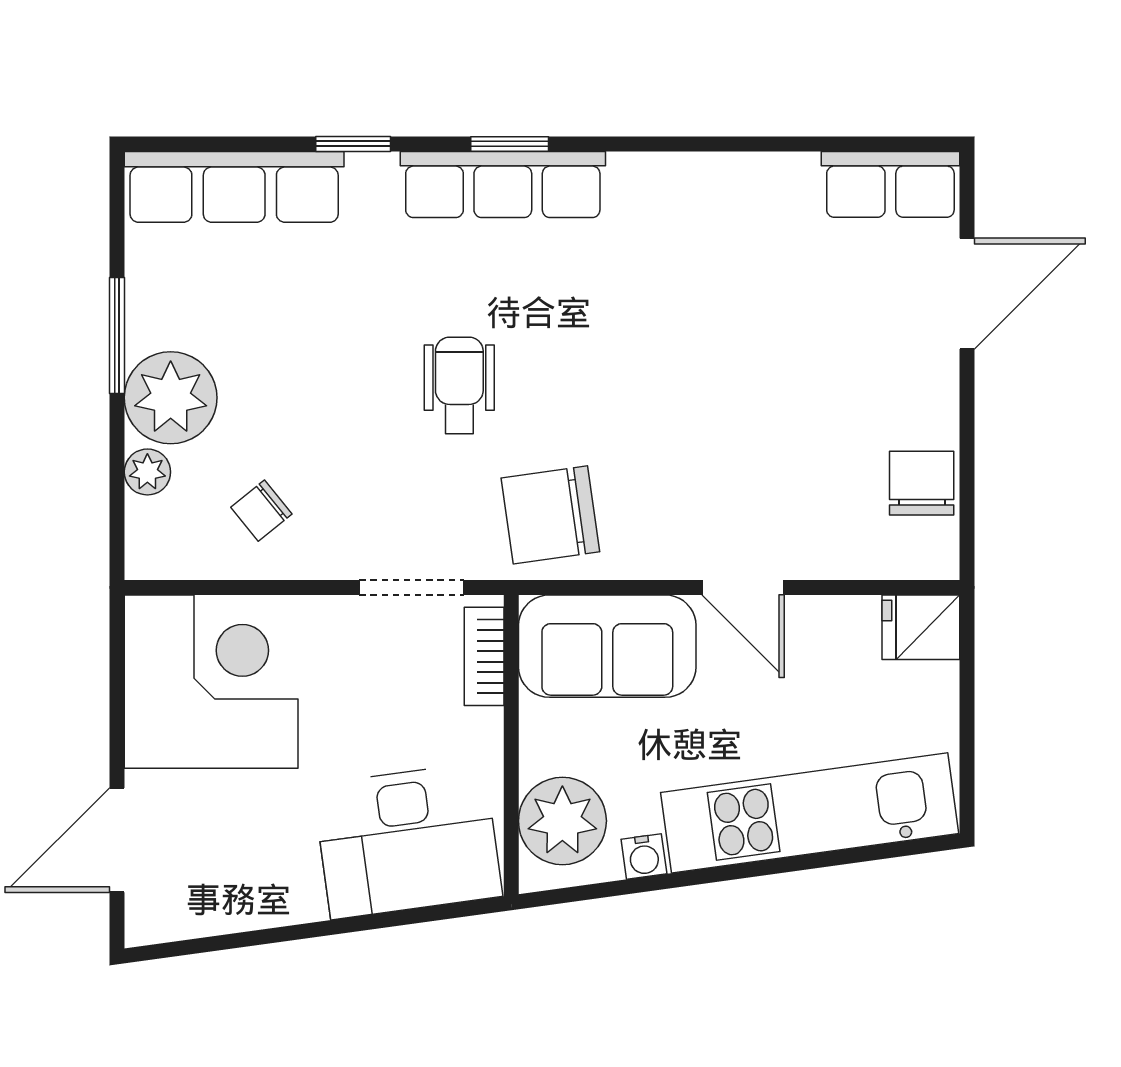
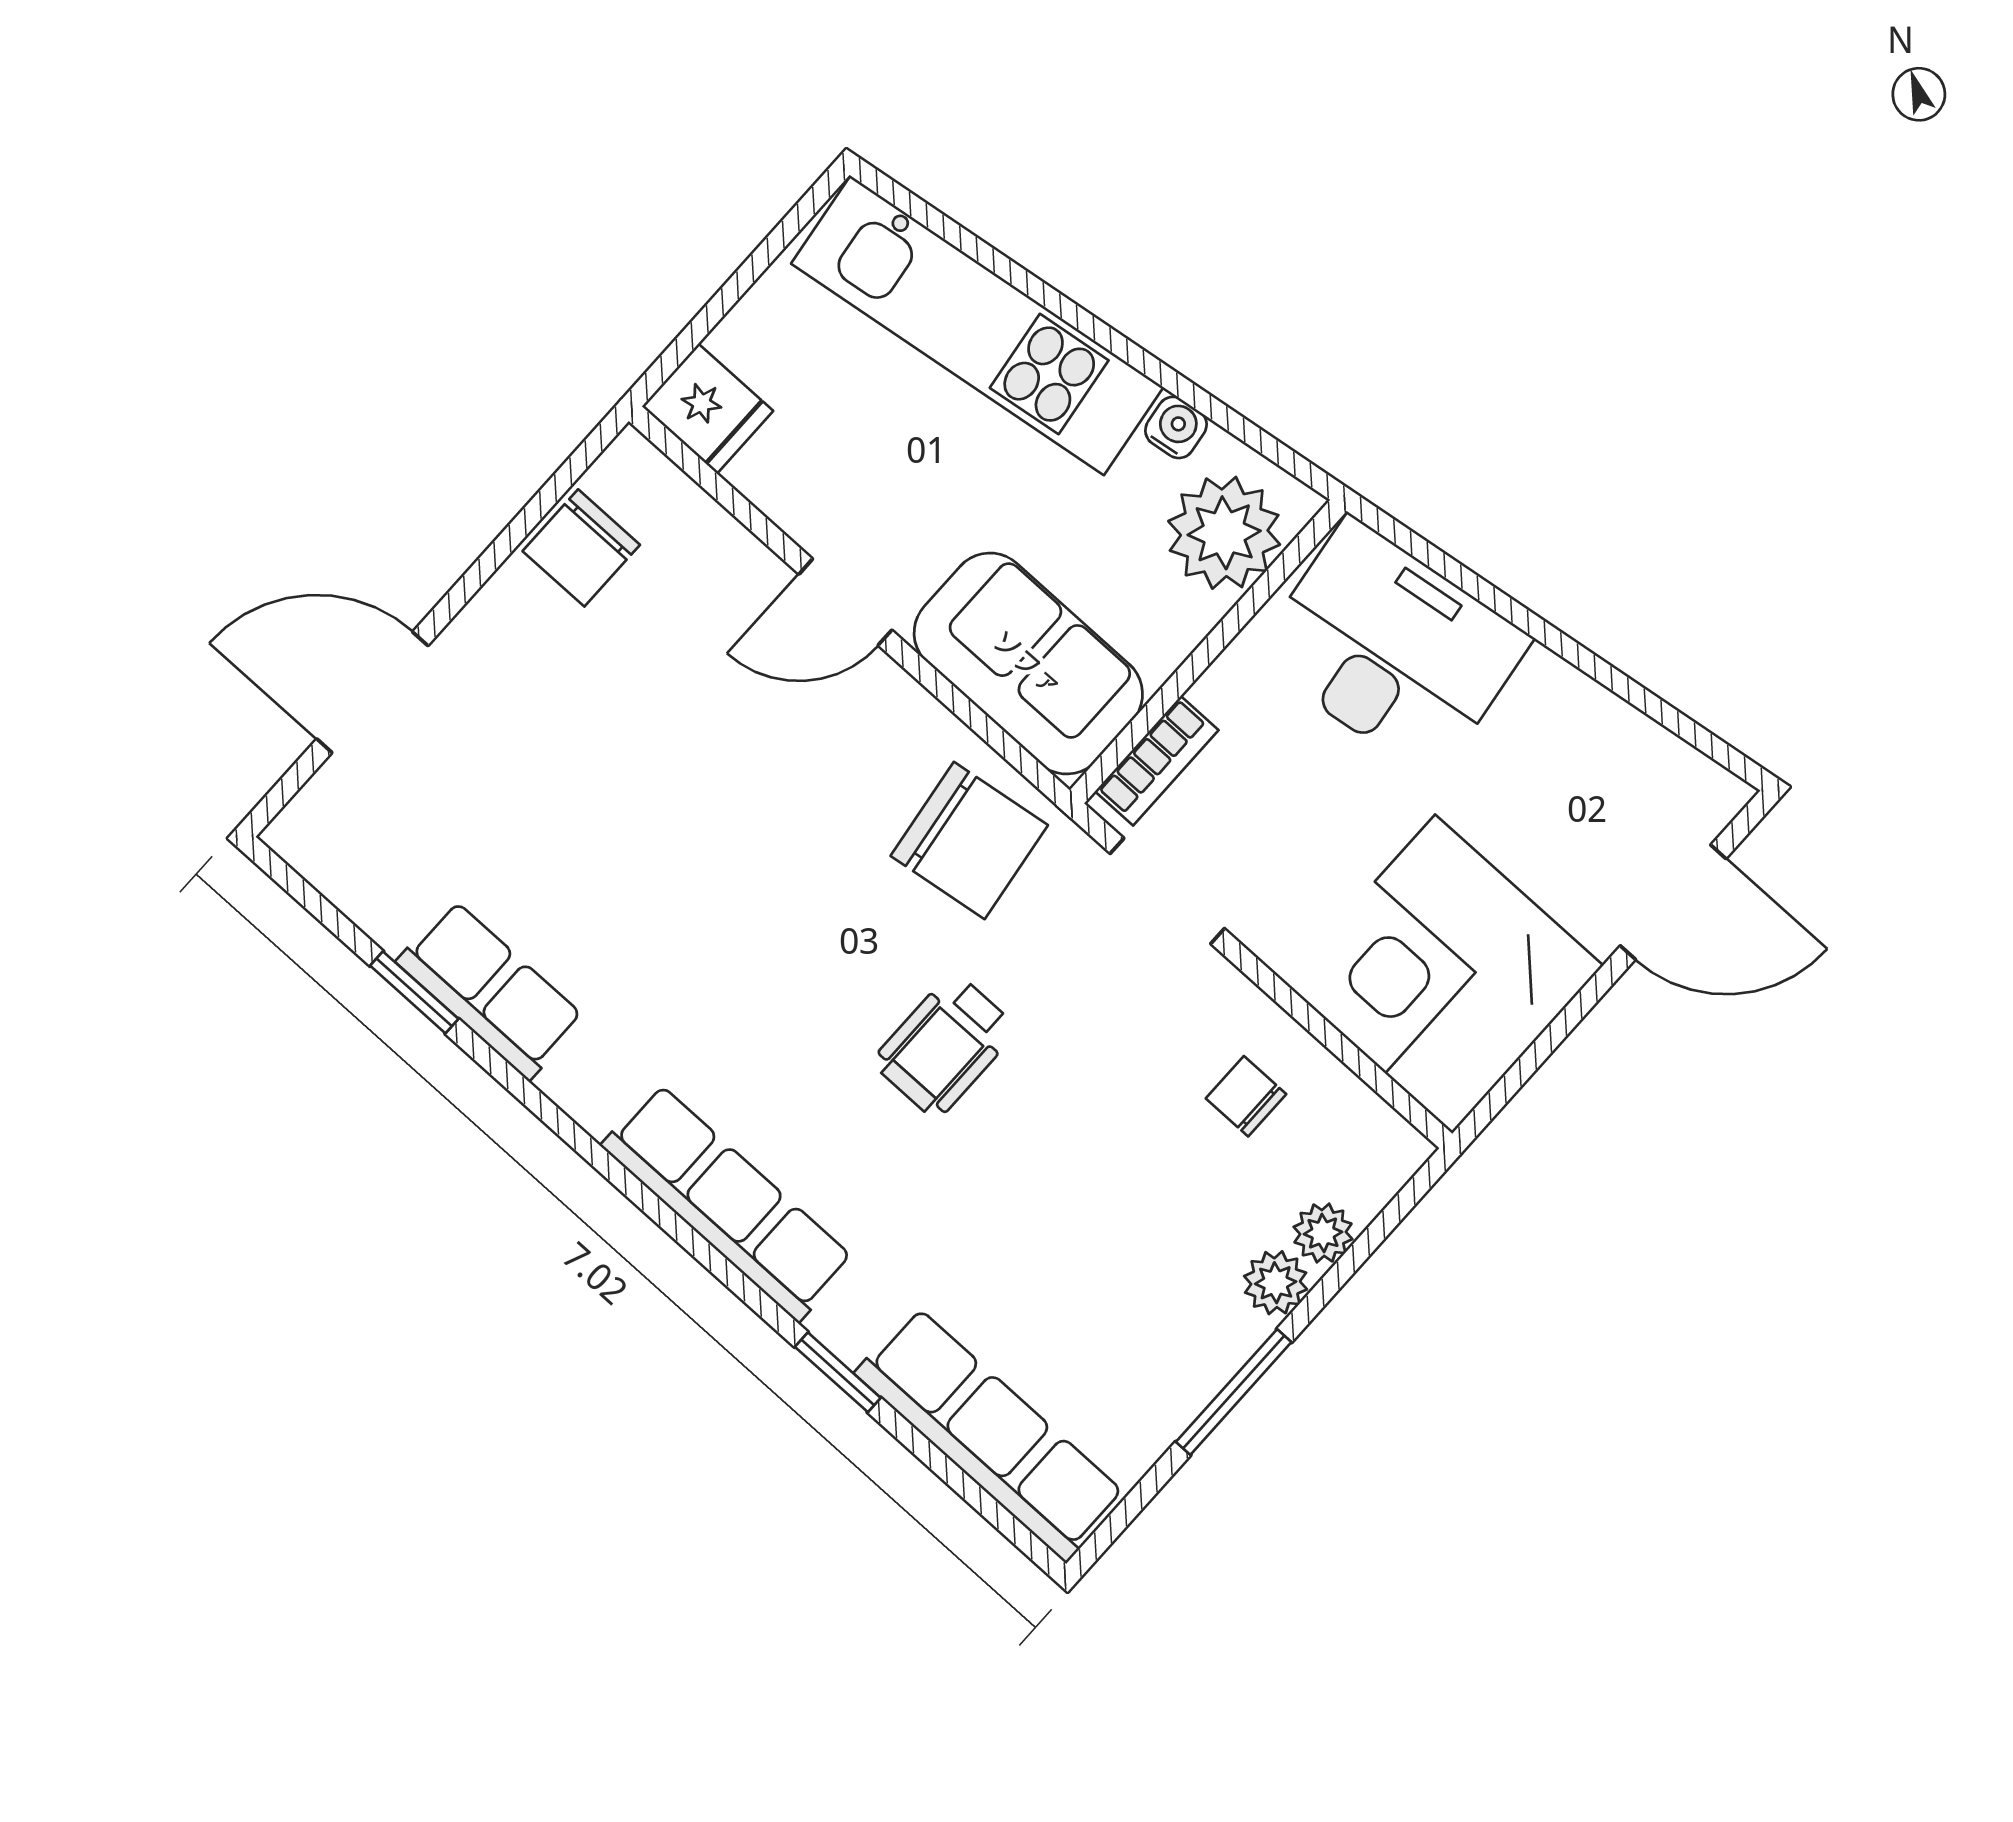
window: (510, 144) -> (414, 992), moved
row of seats: (890, 184) -> (491, 990), moved
plant: (171, 398) -> (1276, 1283), width x0.53, depth x0.53
chair: (261, 511) -> (1246, 1096), turned -141
door: (743, 587) -> (845, 602), swing flipped

